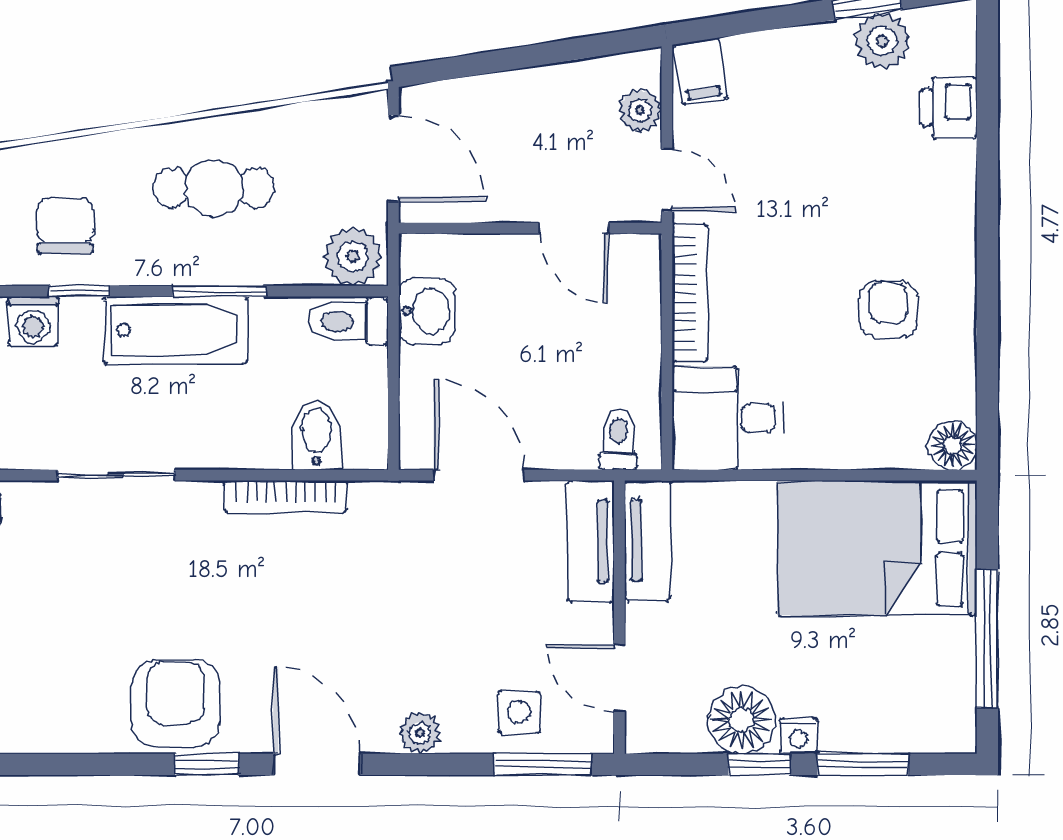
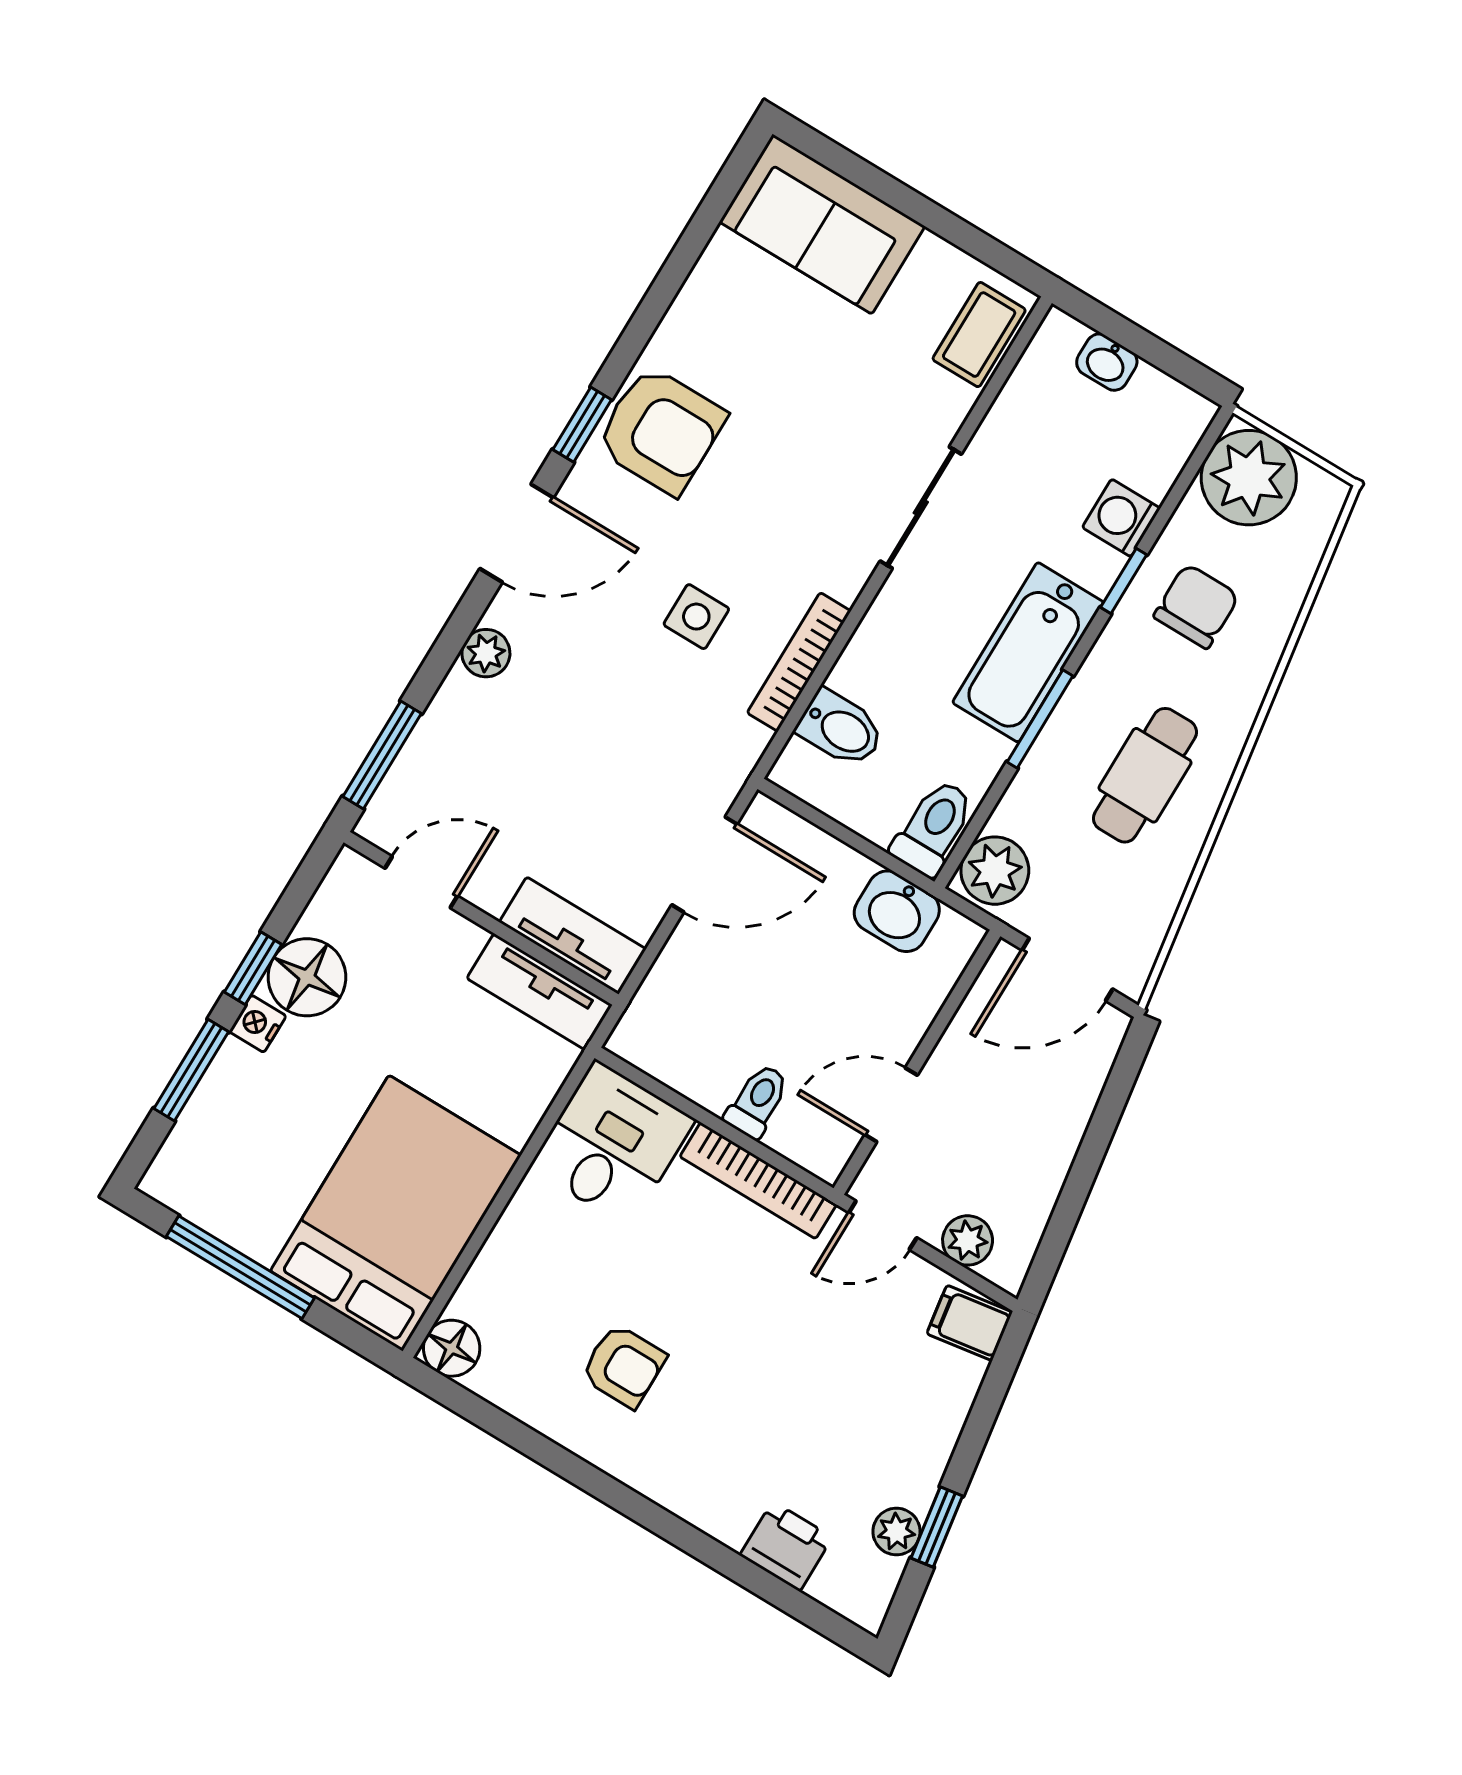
plant: (882, 41) -> (896, 1532), width x0.73, depth x0.73
chair: (65, 226) -> (1196, 606), turned -90
toilet: (618, 439) -> (757, 1101), moved, turned -90
side table: (519, 712) -> (696, 617), moved

